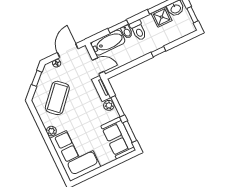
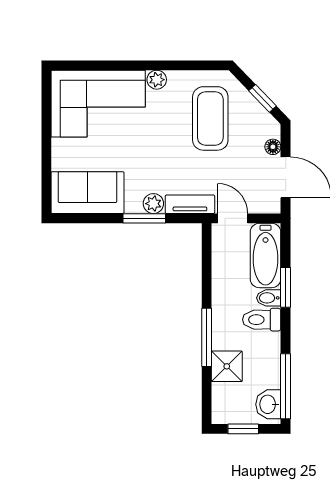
shower: (162, 17) -> (227, 366), moved
window: (158, 52) -> (207, 337), width x2.17
door: (98, 66) -> (233, 218), swing flipped
coffee table: (57, 98) -> (210, 118), turned 48
window: (130, 132) -> (89, 218), removed

